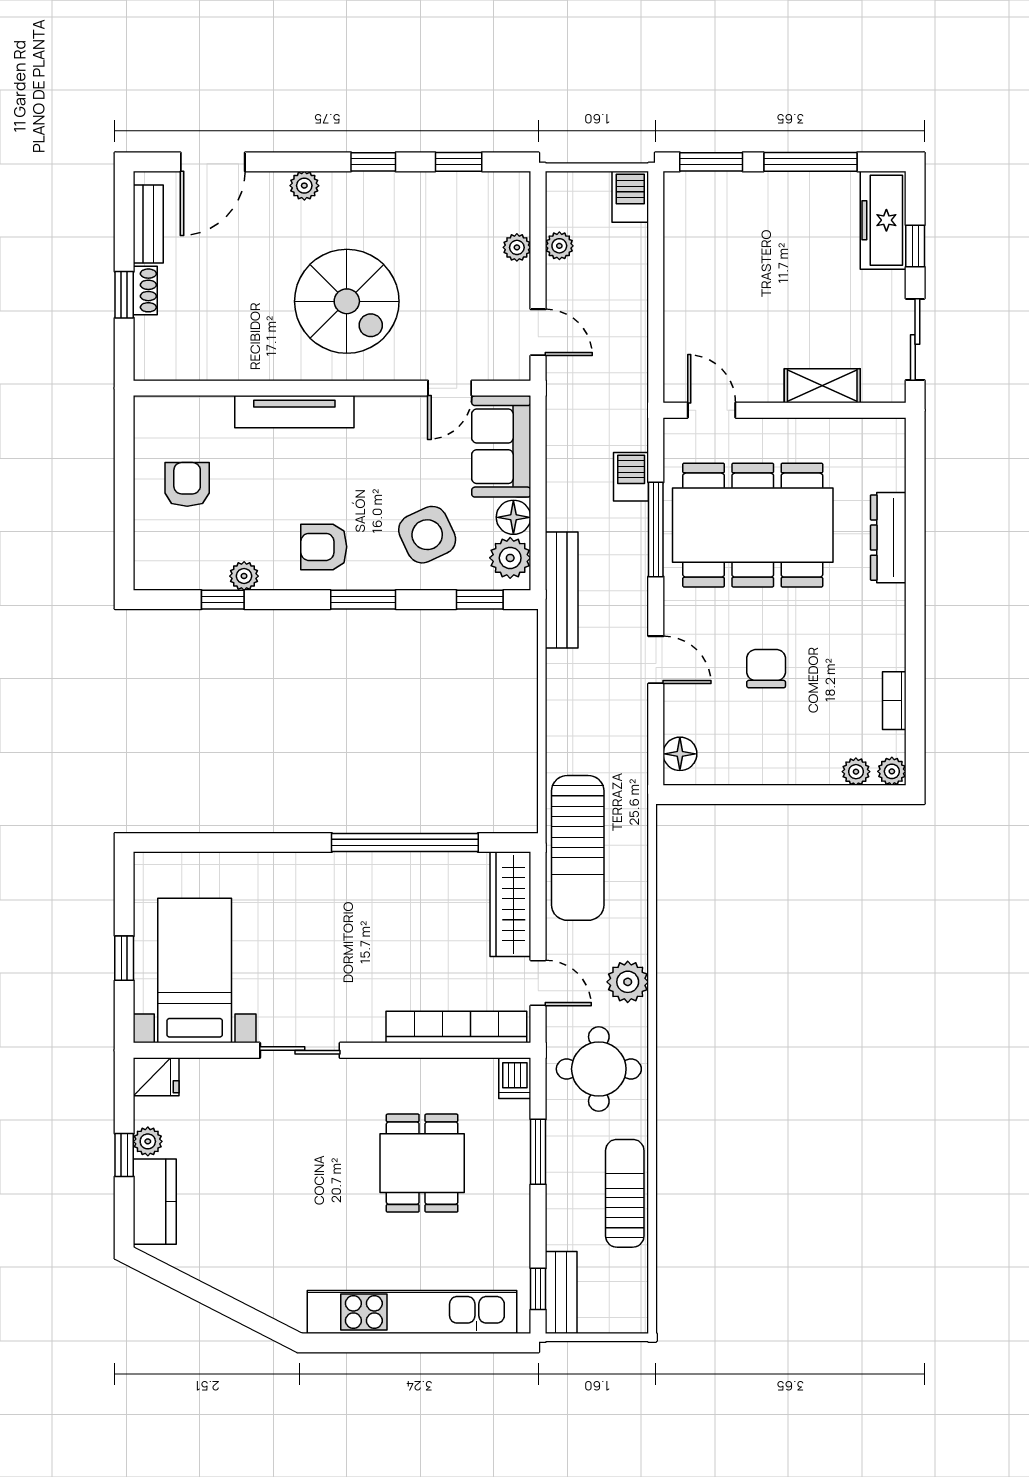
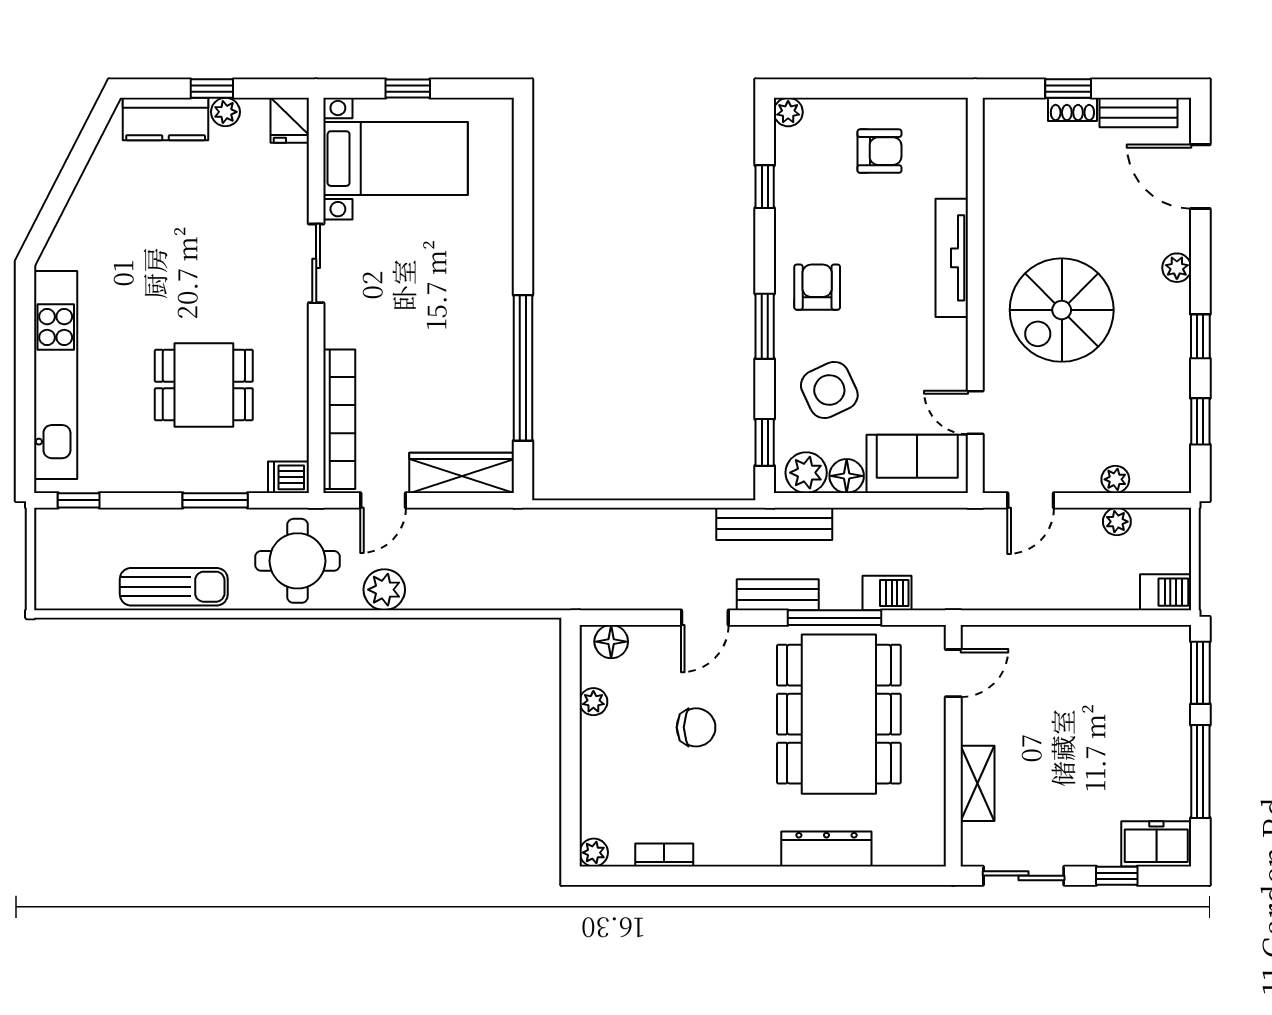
freezer: (883, 220) -> (1156, 844), width x0.71
plant: (244, 576) -> (788, 112), moved
plant: (856, 772) -> (593, 702), moved
sun lounger: (578, 848) -> (518, 540), removed
bench: (561, 1293) -> (778, 595), moved

